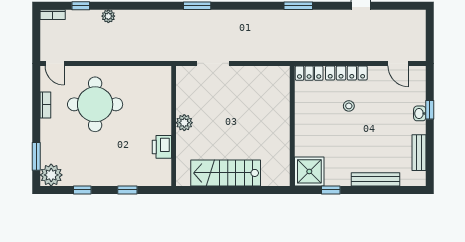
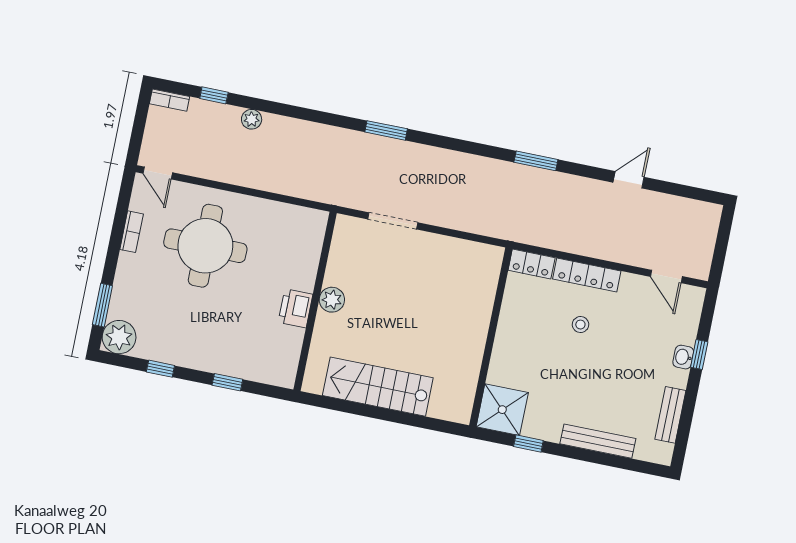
printer: (162, 147) -> (295, 308), moved

